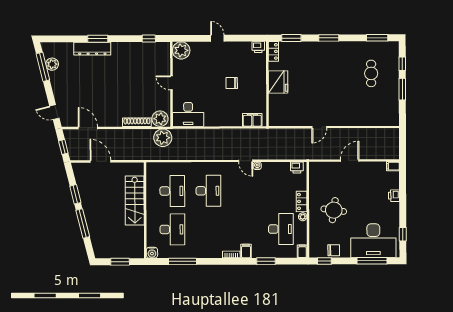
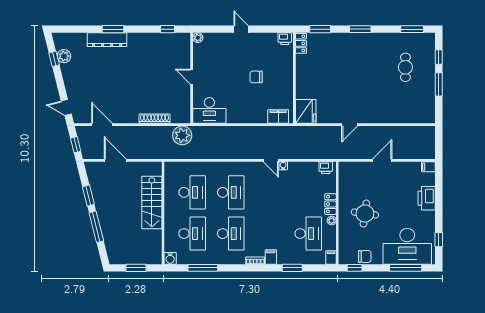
plant: (181, 50) -> (198, 38), width x0.53, depth x0.53
window: (43, 67) -> (54, 59), width x0.46
fridge: (278, 82) -> (306, 111), moved
plant: (160, 119) -> (179, 115), removed
printer: (394, 196) -> (427, 198), width x1.87, depth x1.48
desk: (209, 229) -> (231, 234), added

